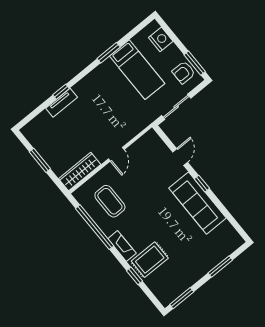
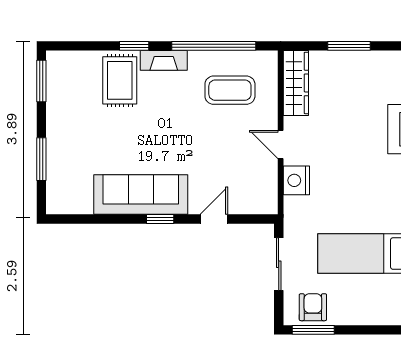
nightstand: (161, 39) -> (296, 180), moved, turned 90
door: (180, 157) -> (214, 219), swing flipped
window: (134, 276) -> (134, 46), moved

